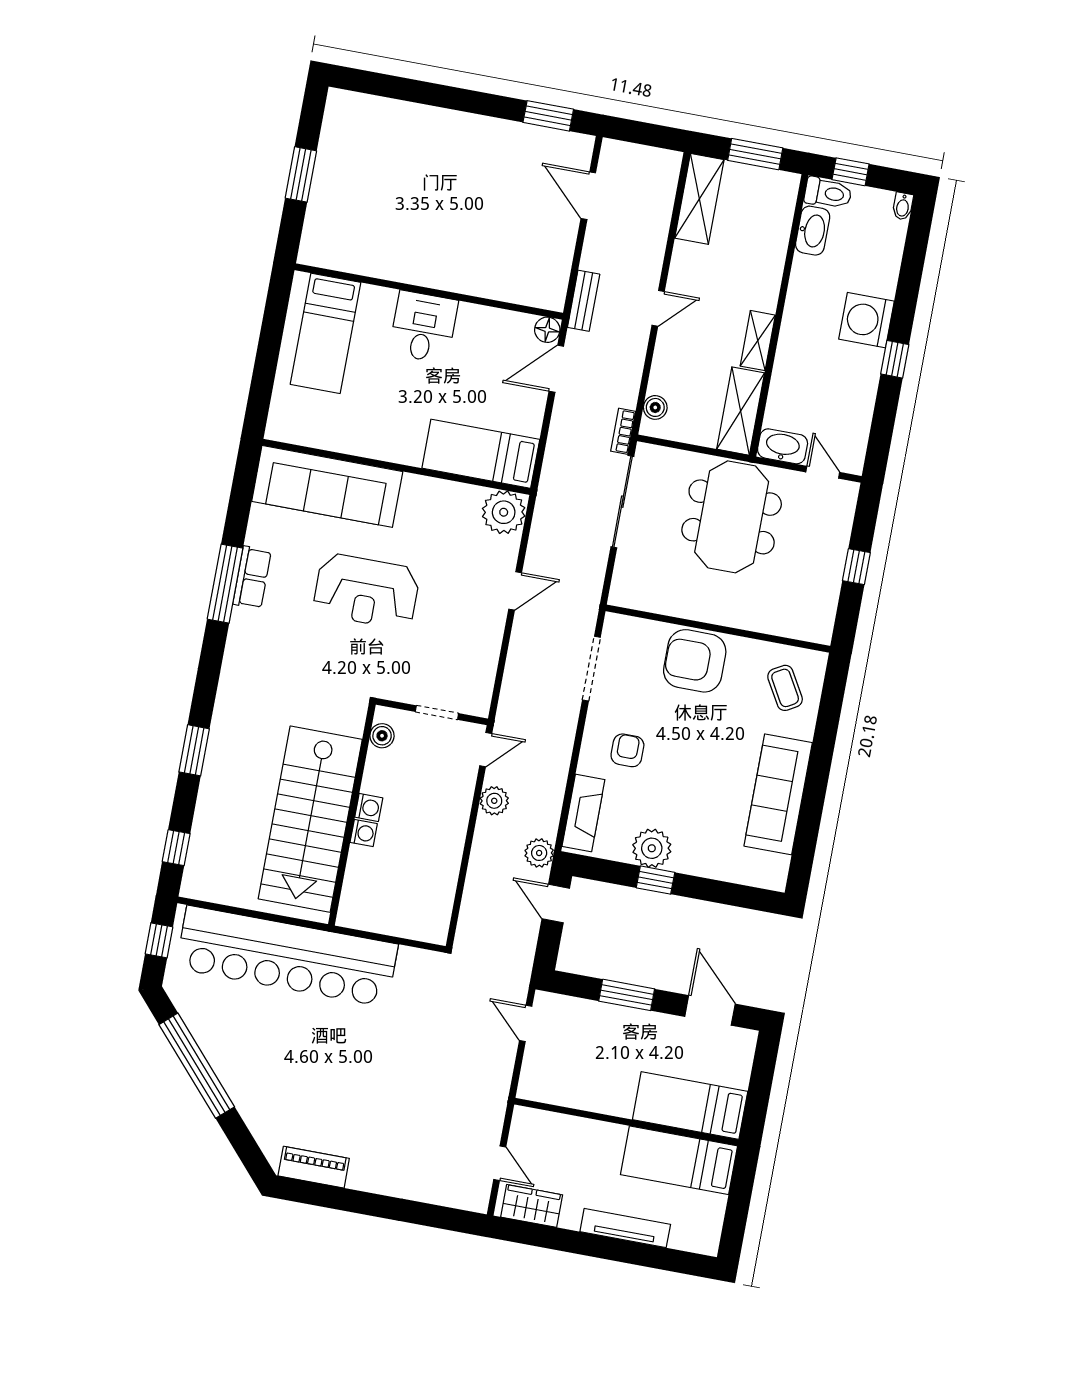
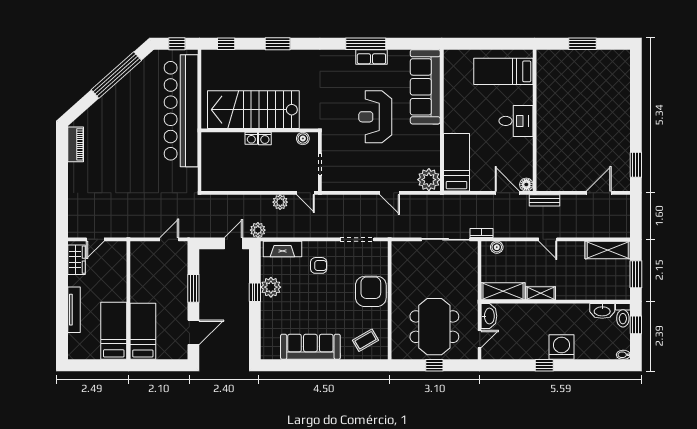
meeting table: (732, 517) -> (434, 327), moved, turned 90

